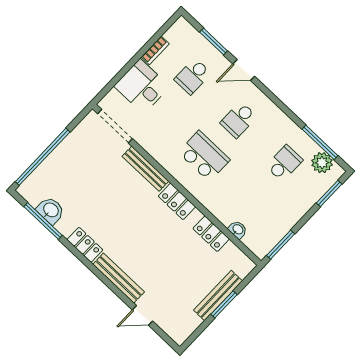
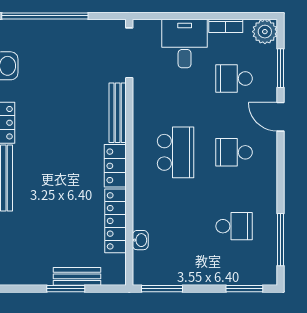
plant: (322, 163) -> (265, 32), moved
locker: (211, 234) -> (115, 221), width x1.53
bench: (218, 296) -> (77, 276), width x0.73

